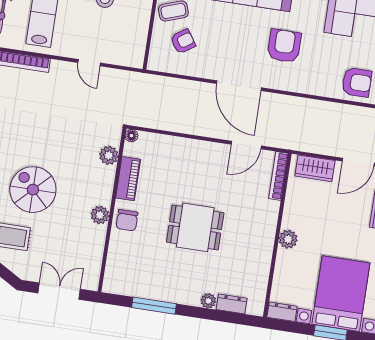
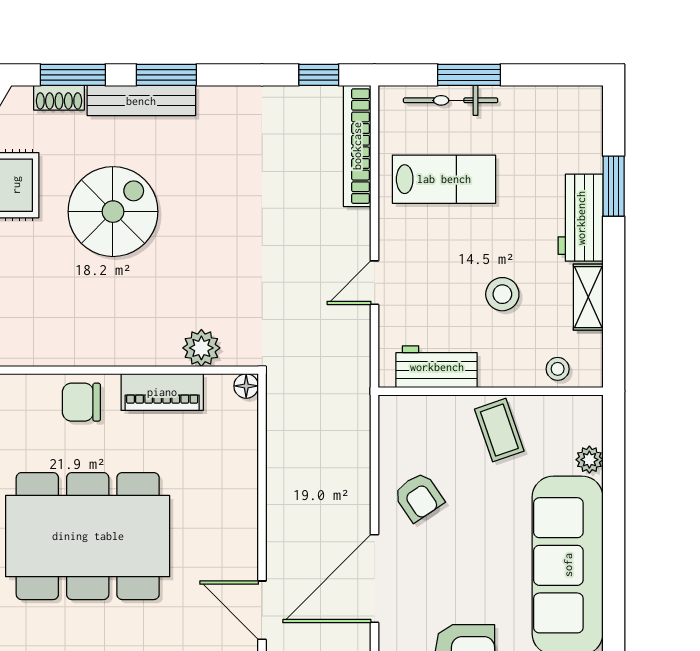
workbench: (137, 38) -> (437, 367), added
armchair: (183, 41) -> (419, 497), moved
plant: (100, 215) -> (83, 349), removed
dining table: (195, 227) -> (88, 536), width x1.87, depth x1.24

